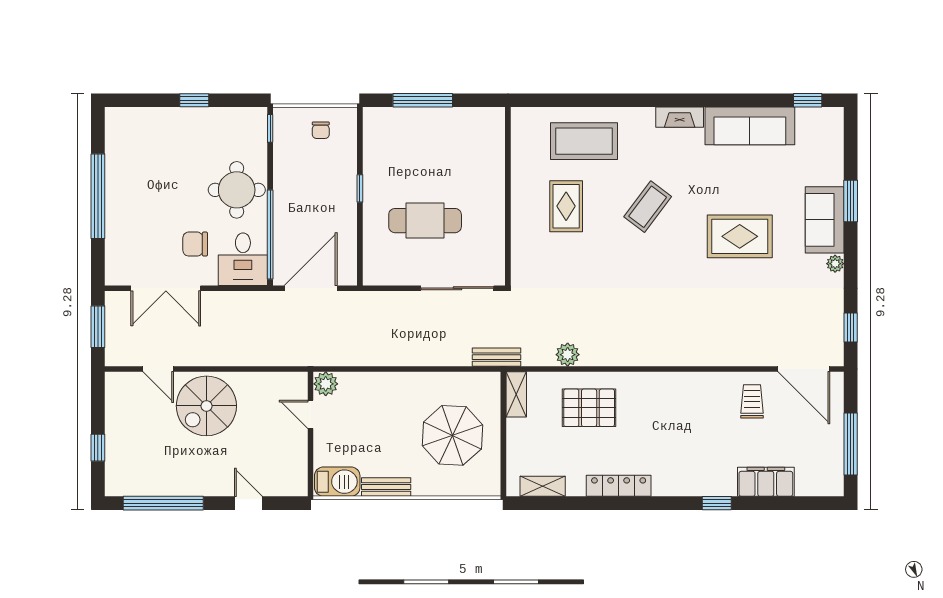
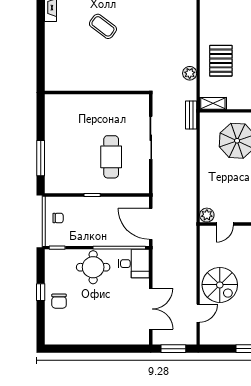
coffee table: (584, 141) -> (65, 64), removed
window: (98, 196) -> (97, 349), removed
wall: (508, 196) -> (97, 92), moved
rug: (566, 206) -> (103, 74), removed
chair: (195, 244) -> (59, 301), moved

